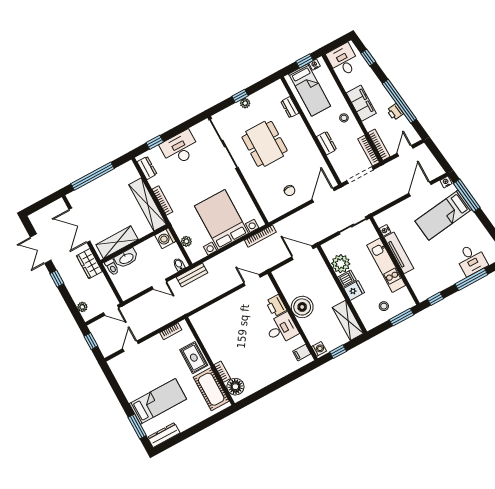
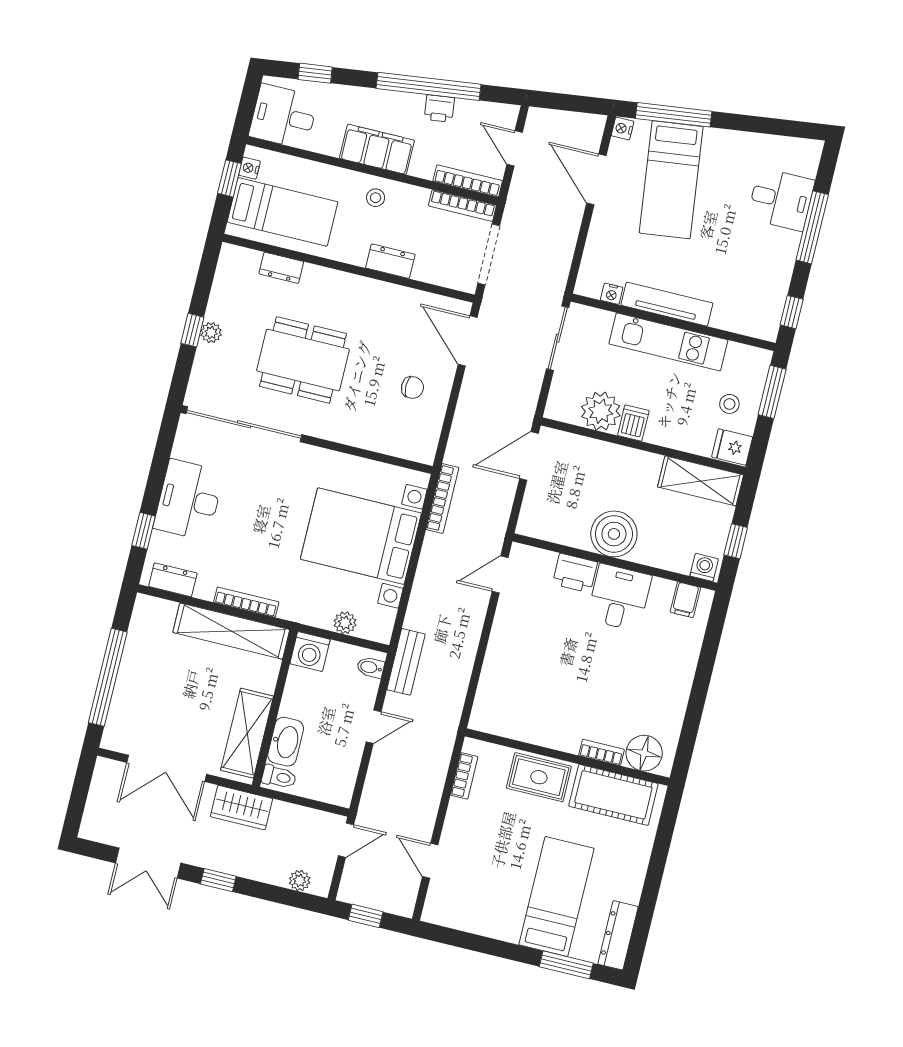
fridge: (354, 290) -> (732, 447), moved, turned -90

